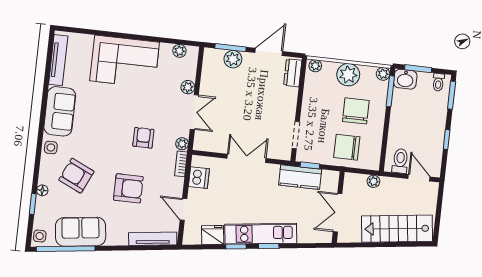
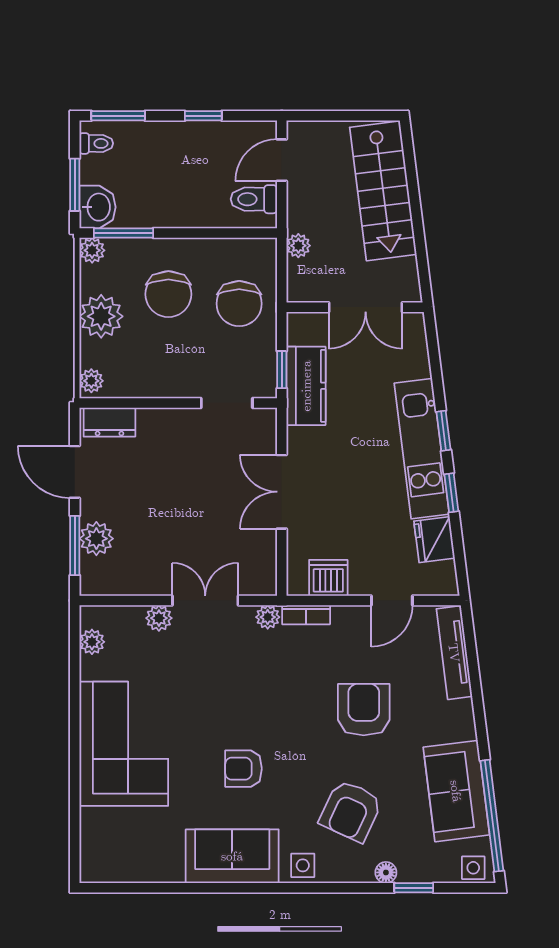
tv unit: (58, 60) -> (135, 870), removed
chair: (356, 111) -> (168, 294), turned -90
armchair: (143, 138) -> (244, 769), moved

